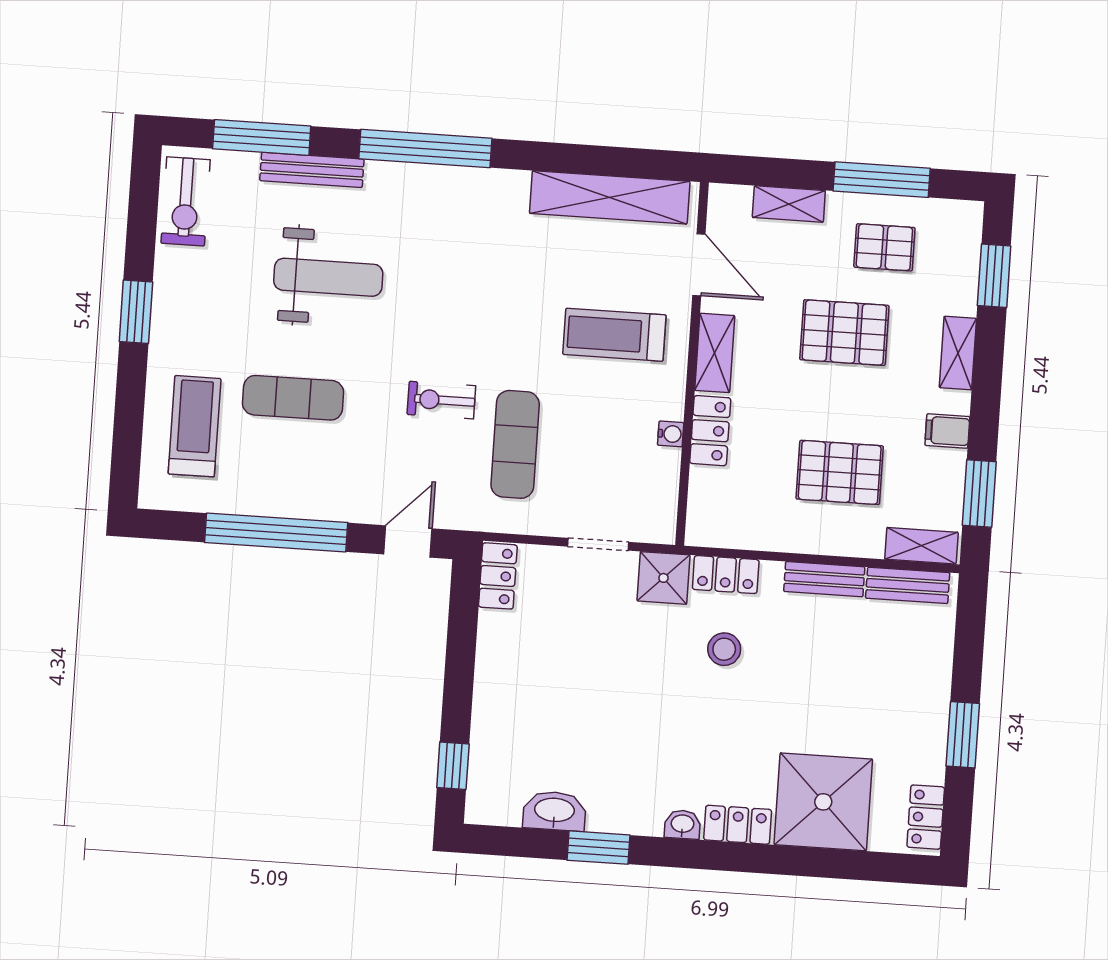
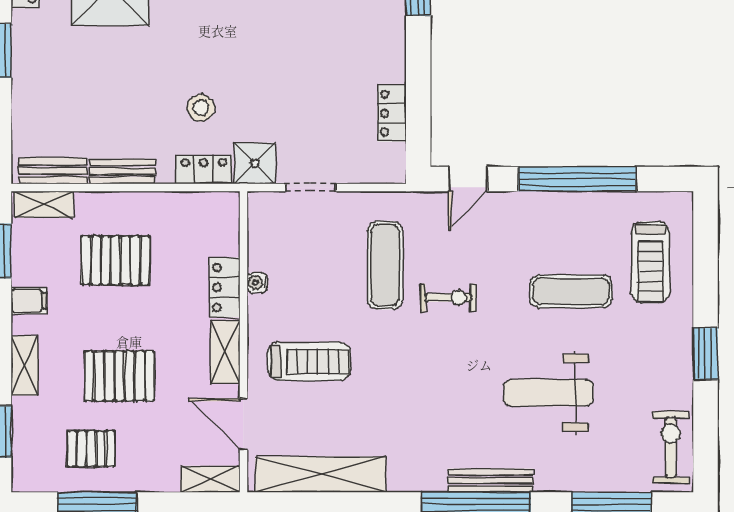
bench: (312, 170) -> (490, 480), moved
shelving: (789, 204) -> (210, 479), moved
locker: (498, 576) -> (392, 113), moved

